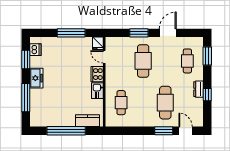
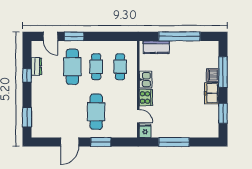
dishwasher: (35, 50) -> (213, 75), moved
cafe table: (187, 61) -> (96, 67), moved
dresser: (199, 89) -> (36, 66), moved

